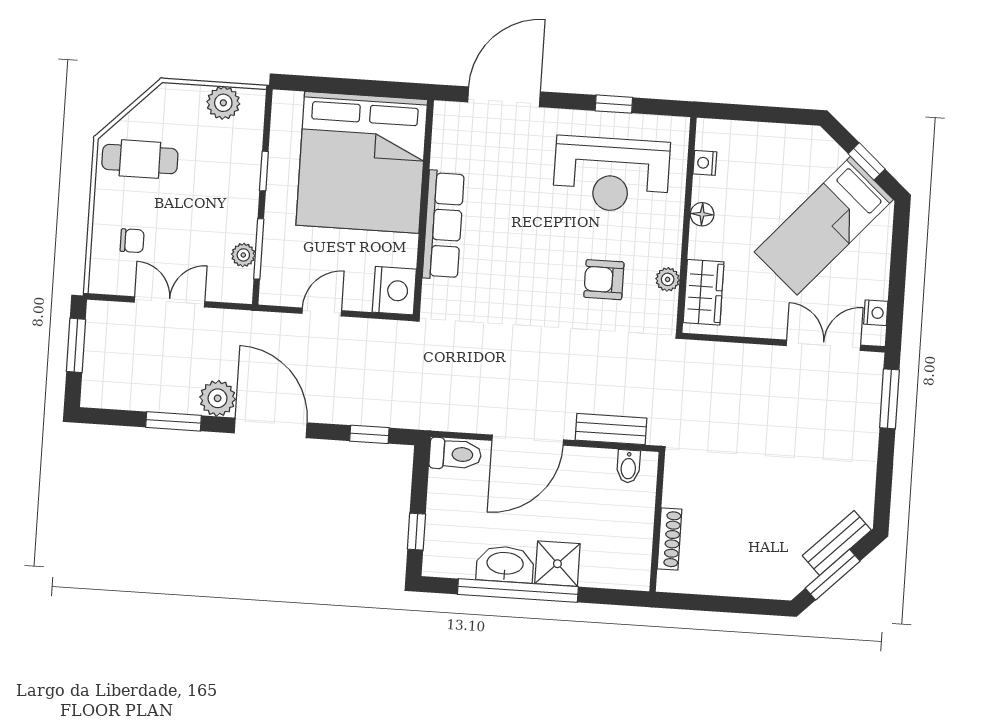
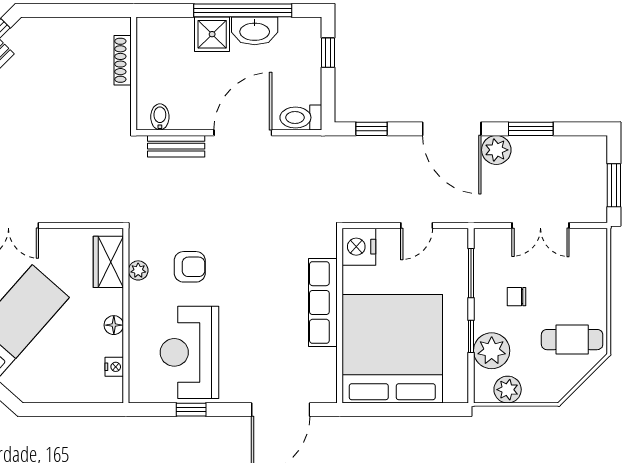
reception desk: (611, 174) -> (189, 352), turned -90
chair: (132, 241) -> (517, 297), moved
plant: (243, 255) -> (492, 351), moved, width x1.88, depth x1.88

